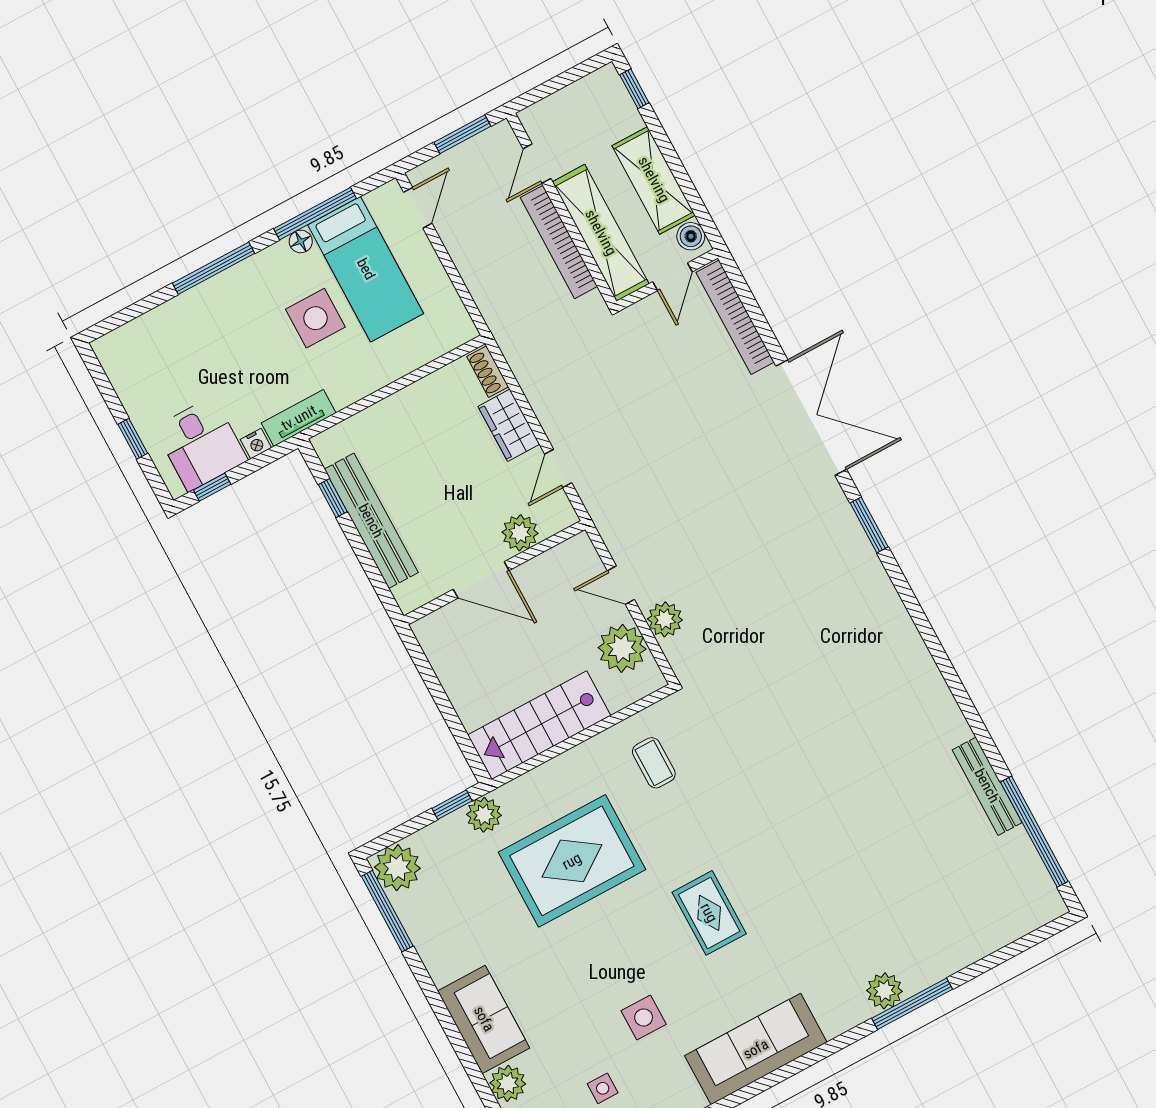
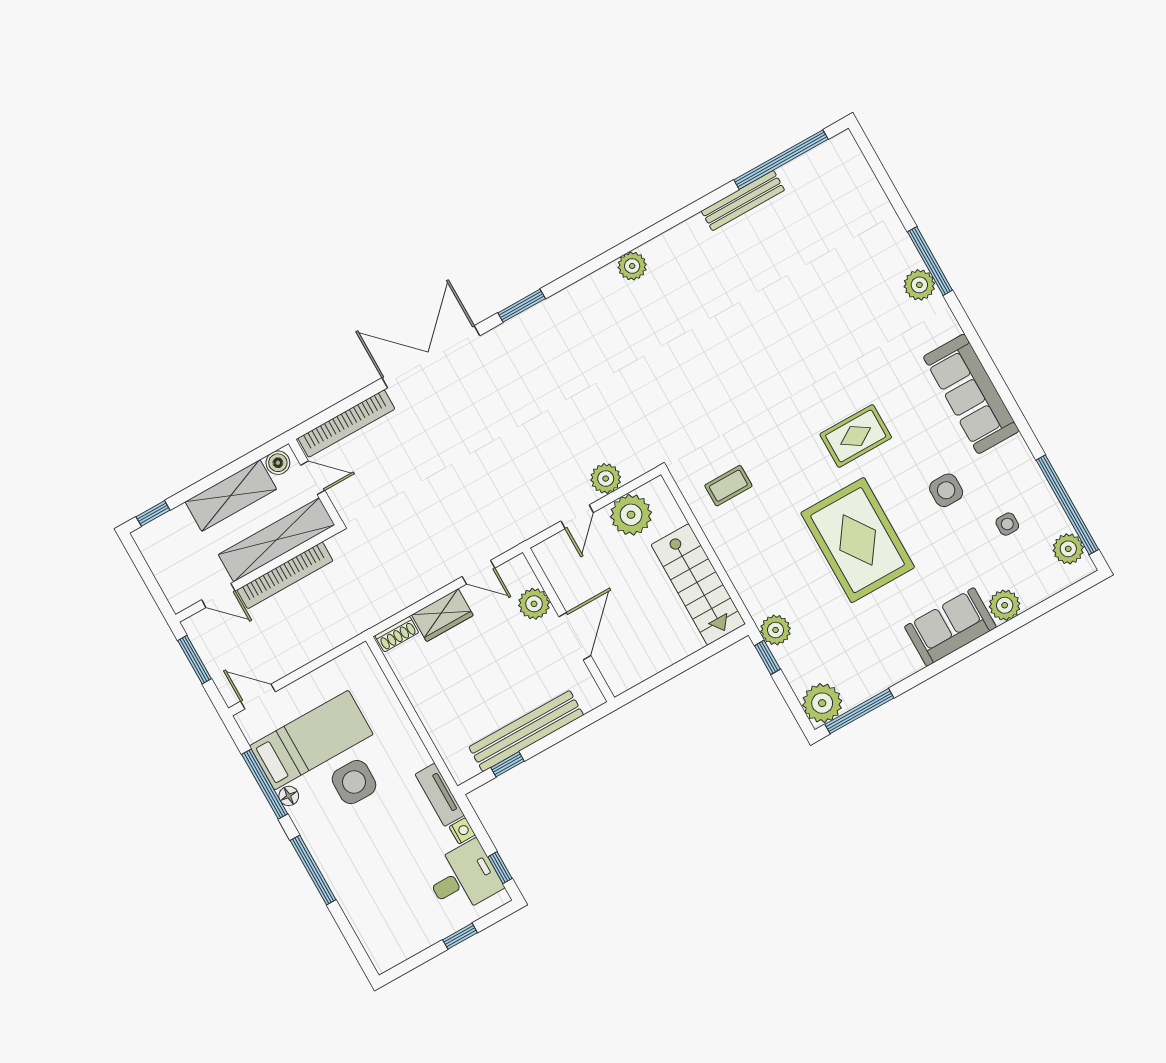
plant: (913, 655) -> (632, 266), added
rug: (572, 861) -> (858, 540), moved

